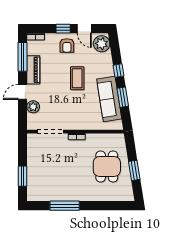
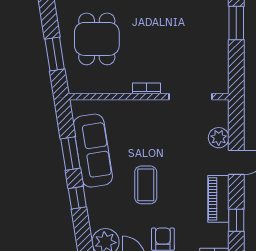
window: (22, 57) -> (236, 220), width x0.46
window: (134, 170) -> (55, 54), moved

